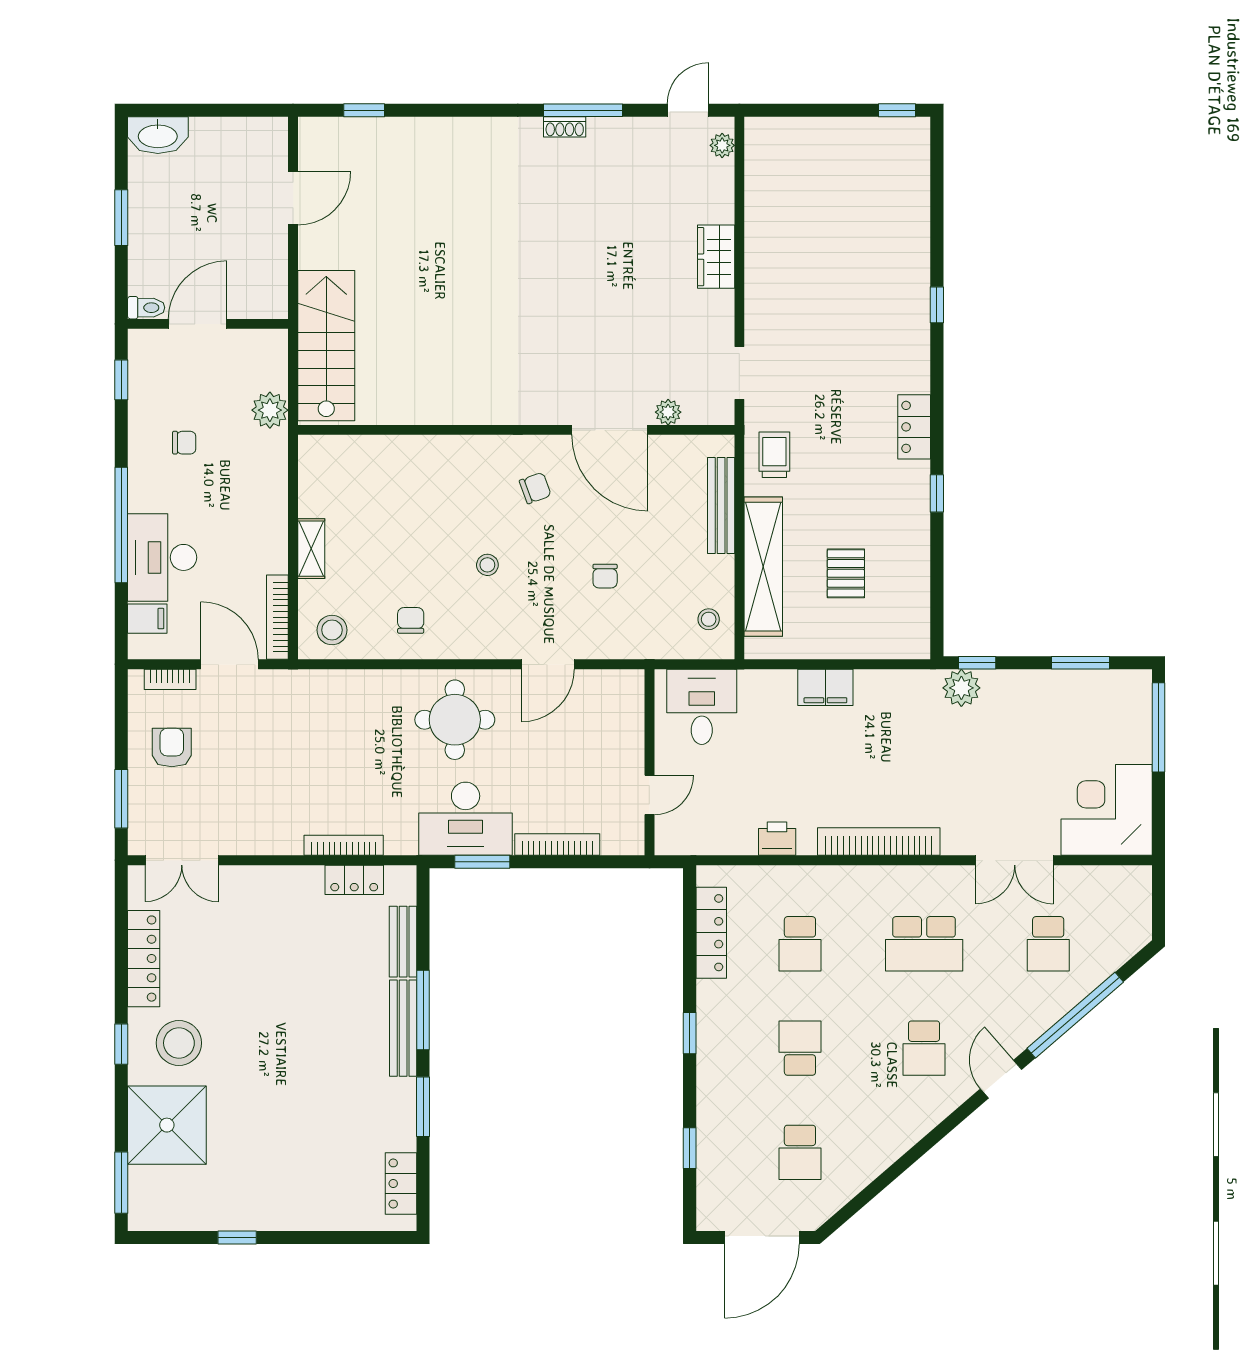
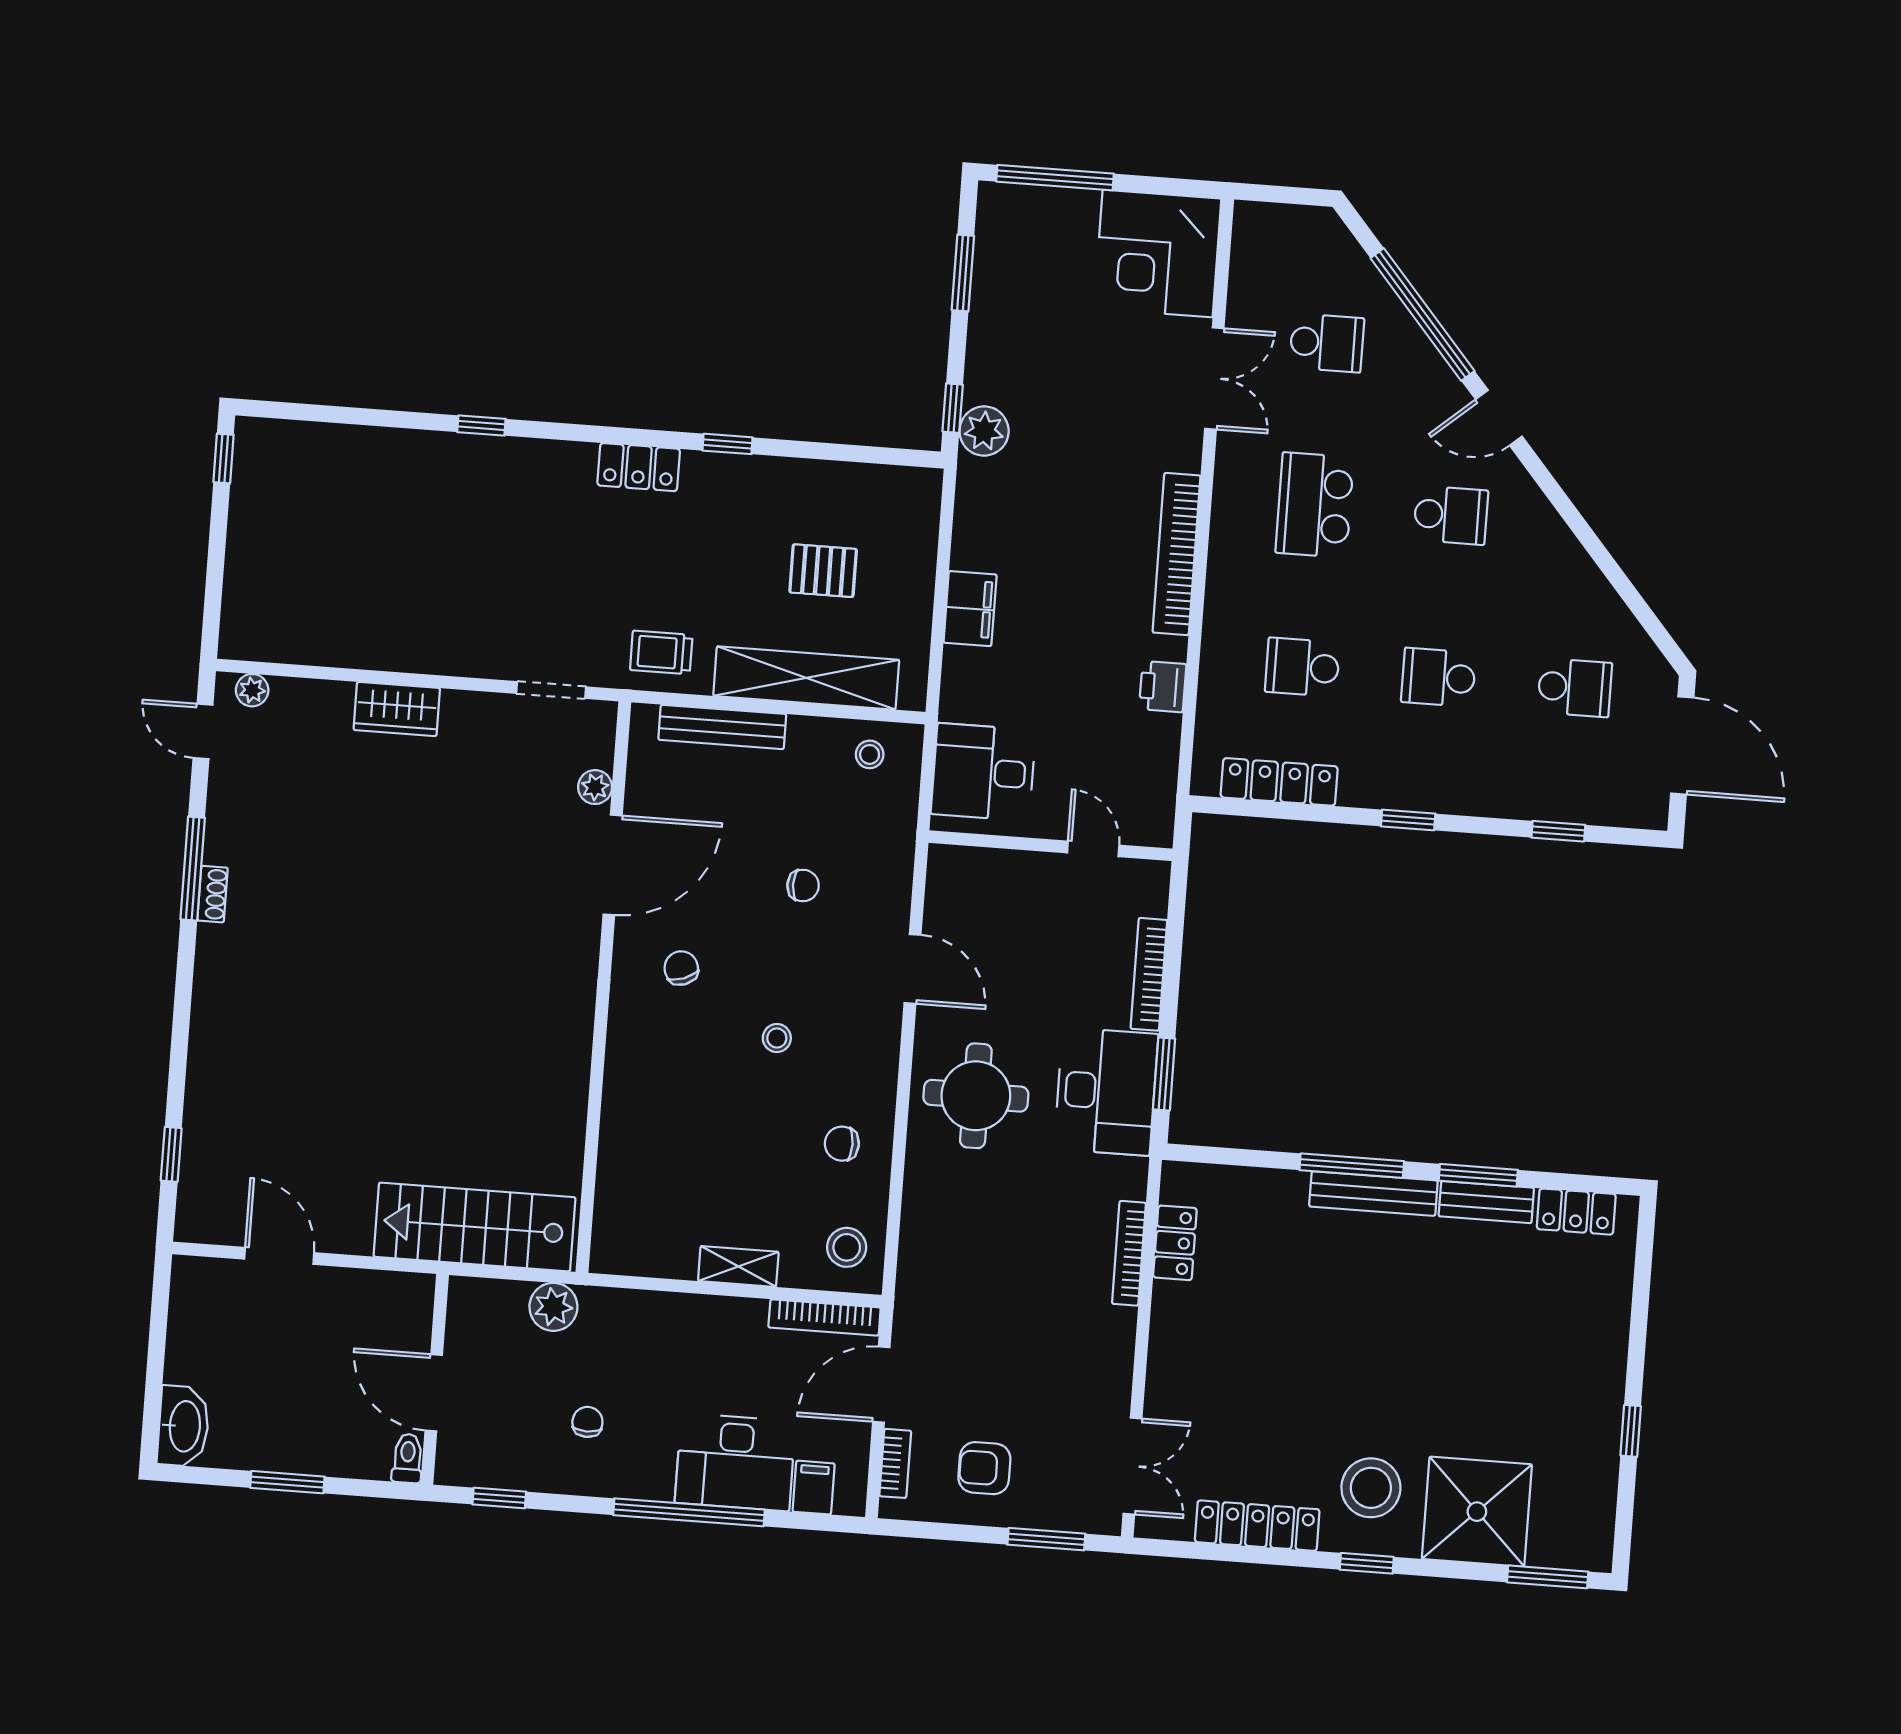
bench: (403, 942) -> (1486, 1202), moved
school desk: (800, 944) -> (1302, 667), turned 180
school desk: (924, 944) -> (1315, 505), turned 180

